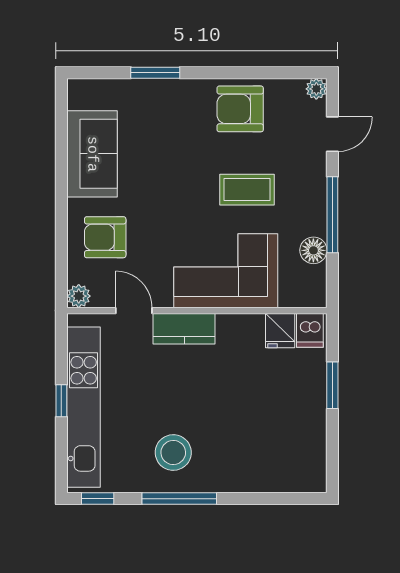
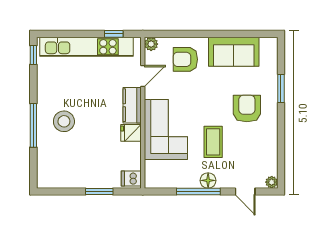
armchair: (240, 109) -> (247, 108), moved
armchair: (105, 237) -> (185, 59), turned -90
floor lamp: (313, 250) -> (208, 180), moved
fridge: (280, 331) -> (131, 133), moved
window: (61, 401) -> (114, 34), moved
stool: (173, 452) -> (64, 121), moved
window: (179, 499) -> (33, 125), moved

